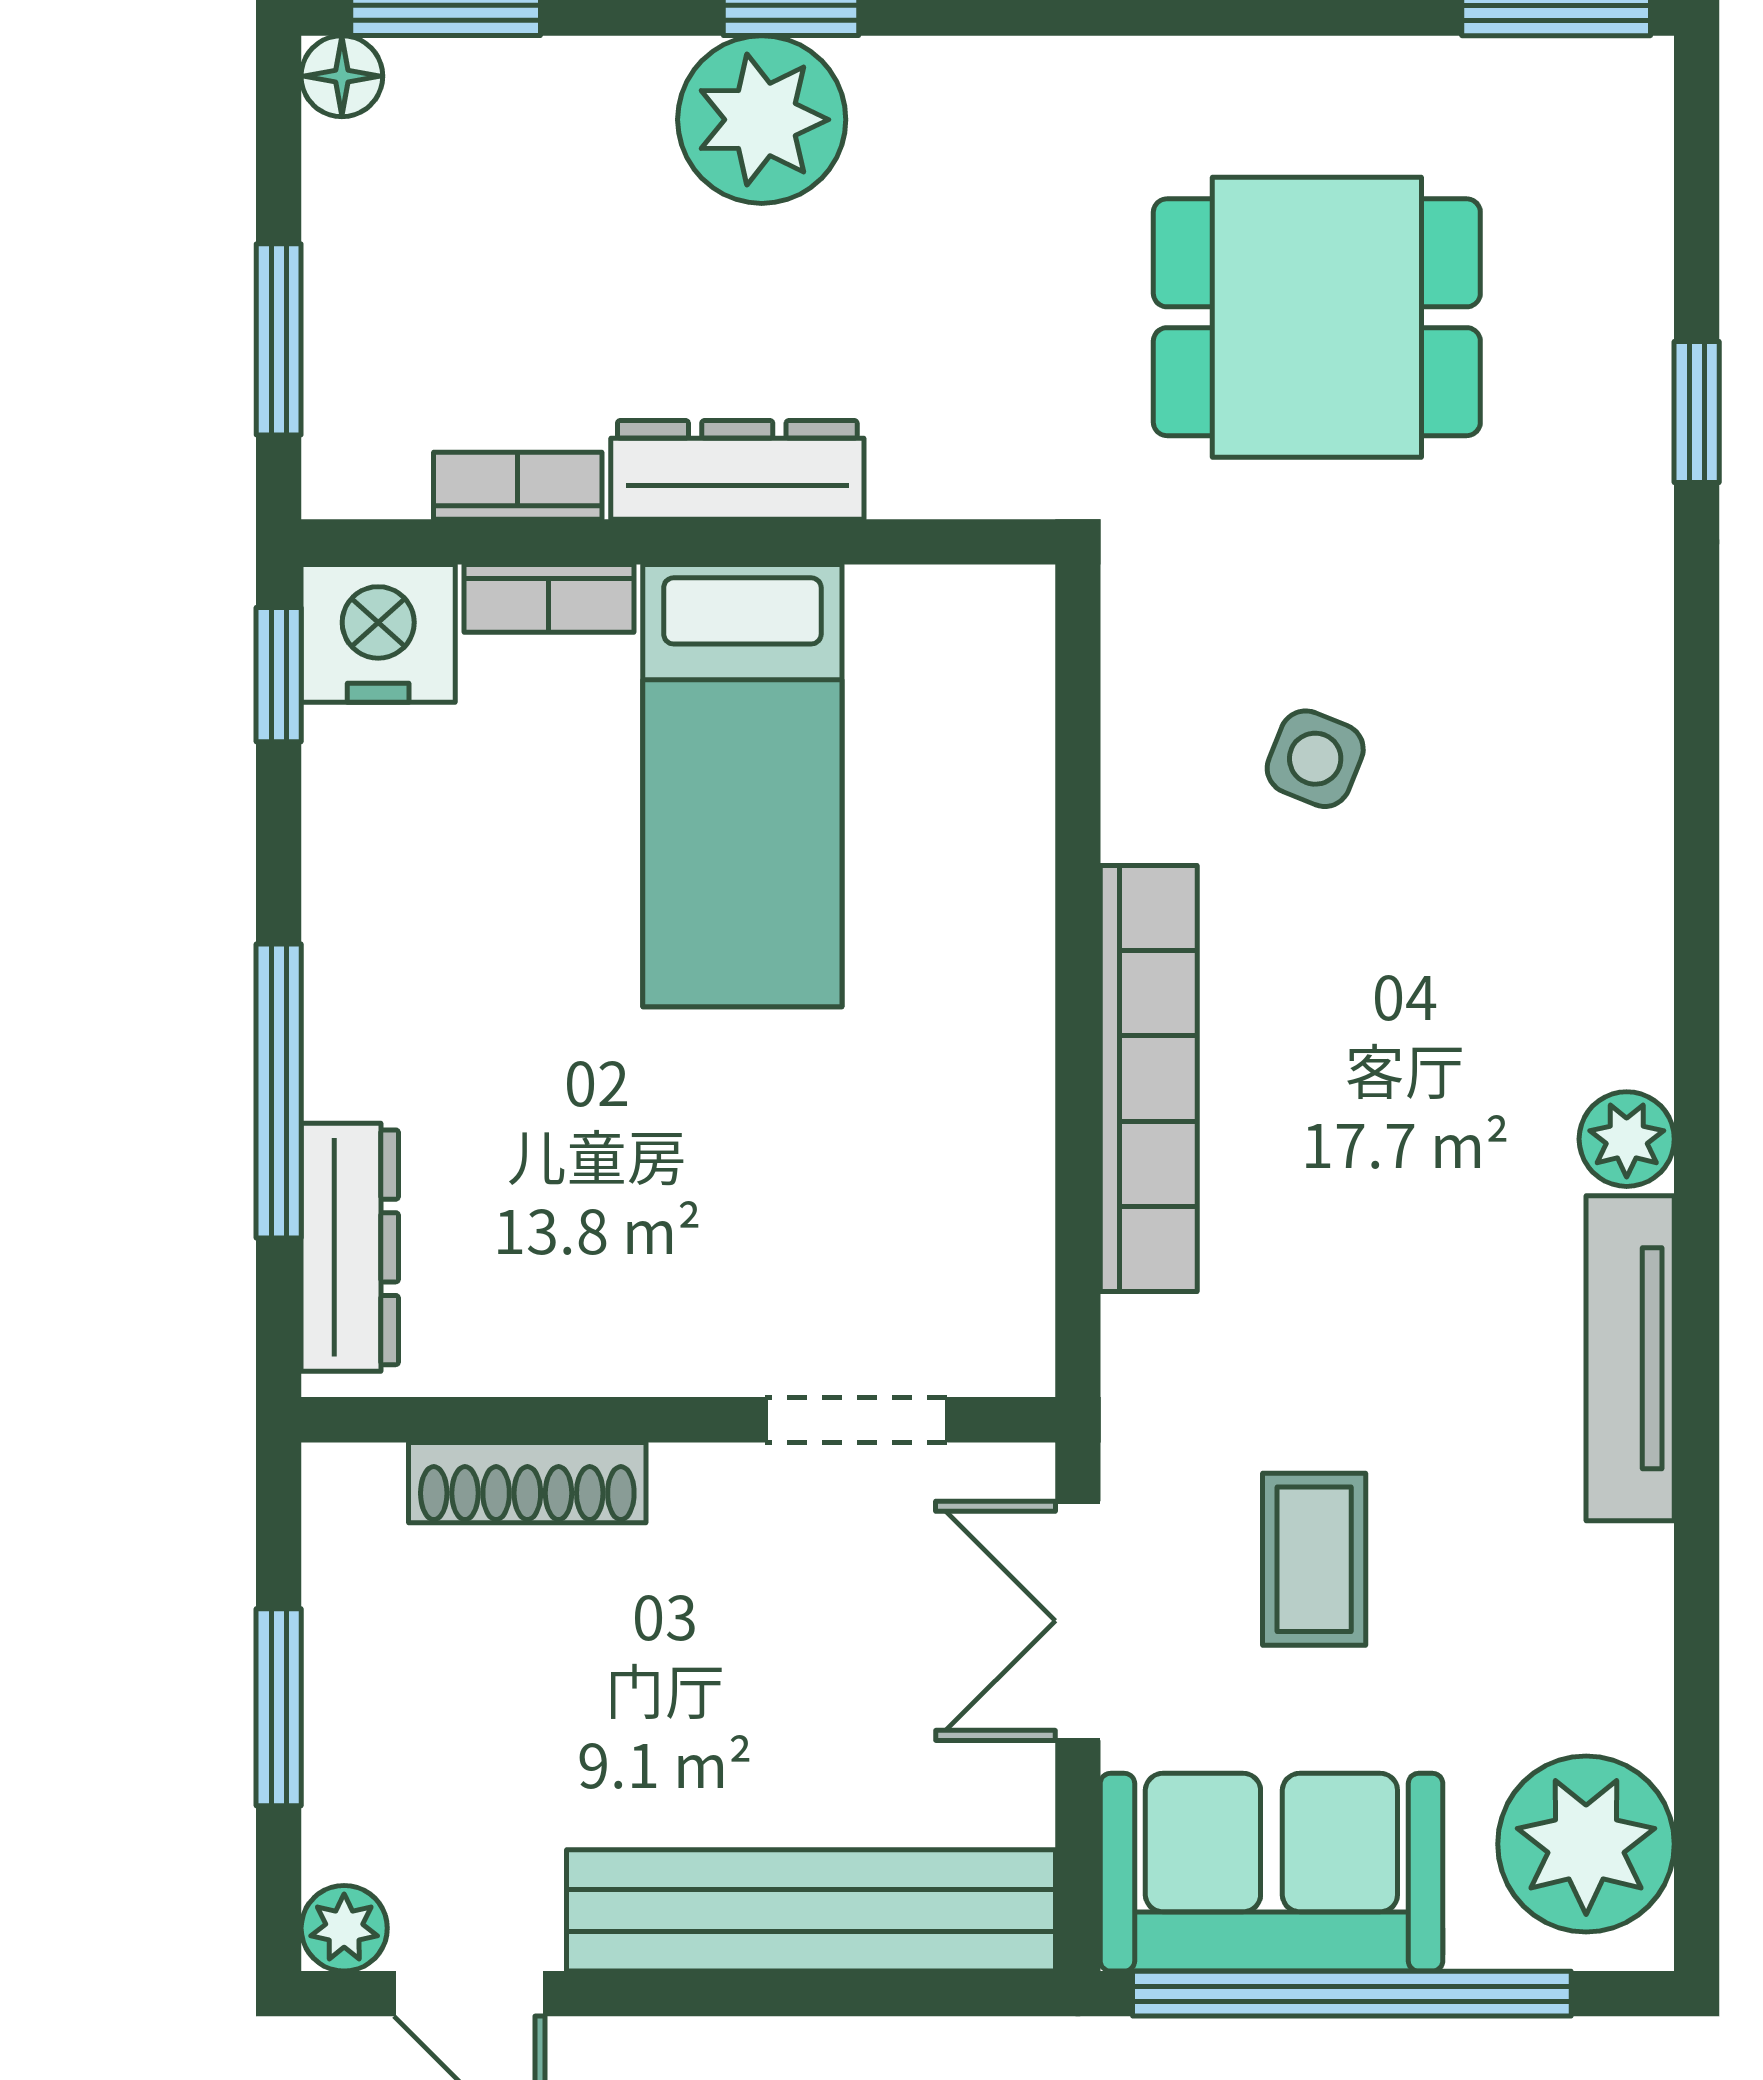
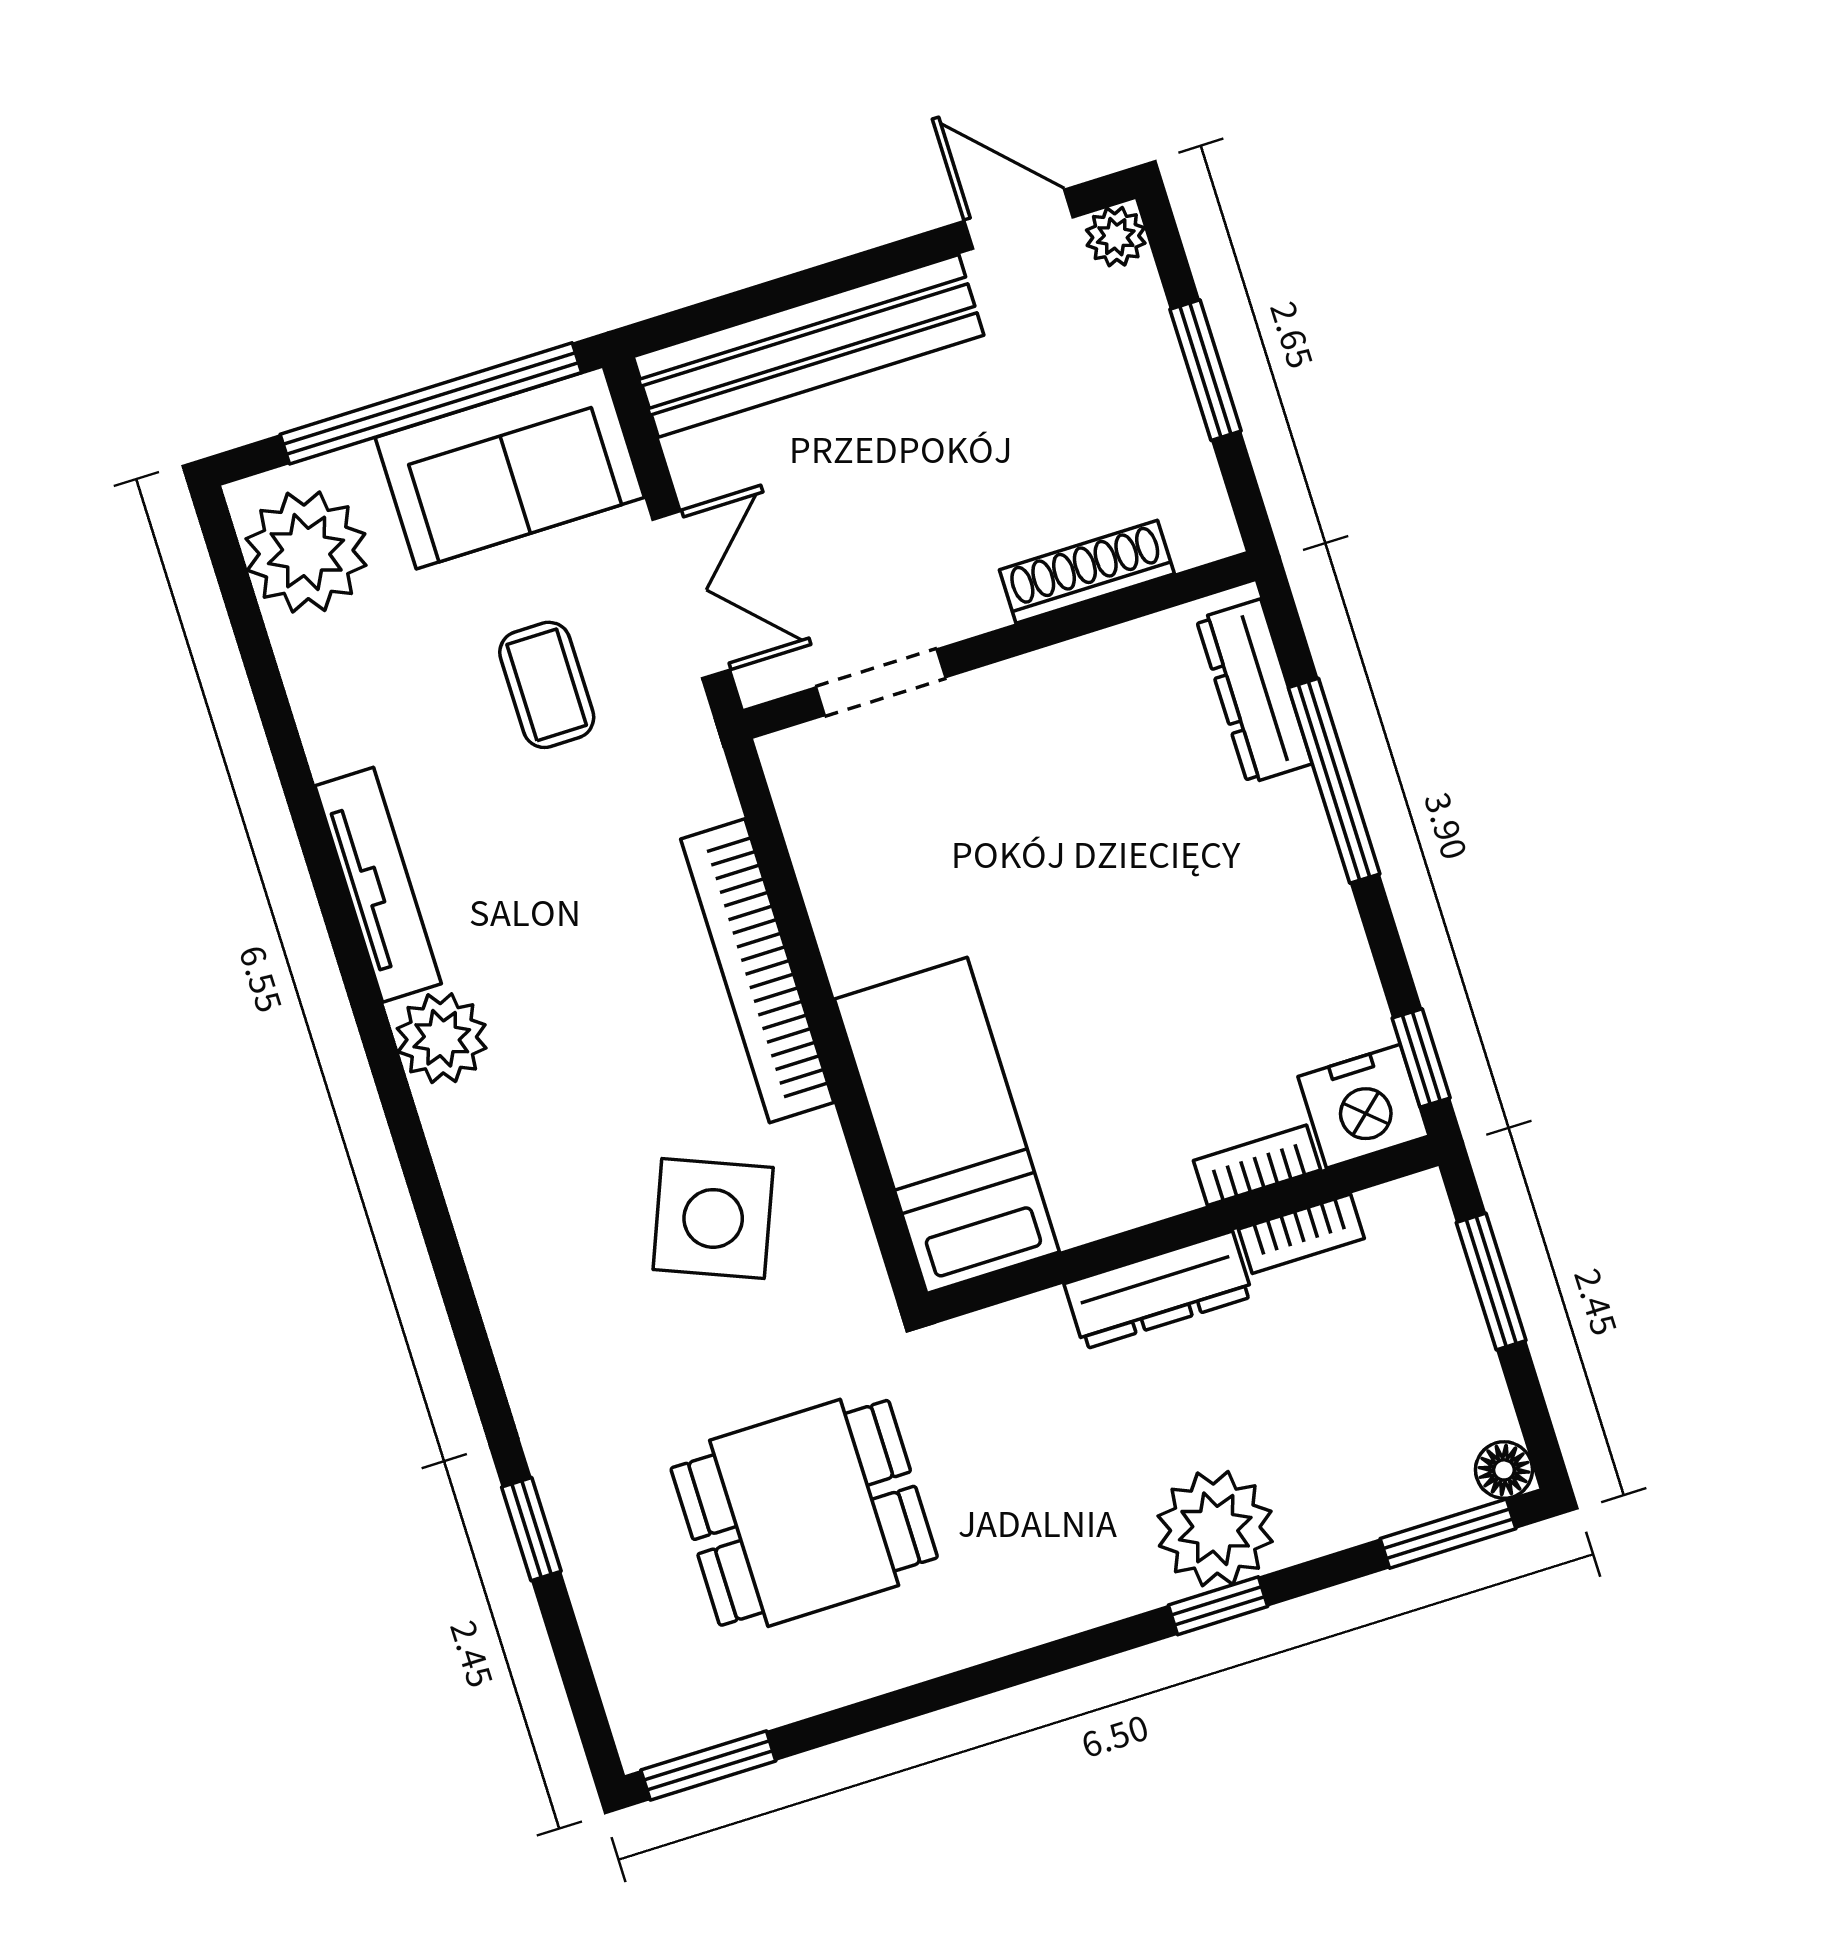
side table: (1315, 759) -> (713, 1218), width x1.87, depth x1.87
bed: (742, 786) -> (947, 1125), moved
plant: (1627, 1139) -> (442, 1038), width x1.38, depth x1.38

